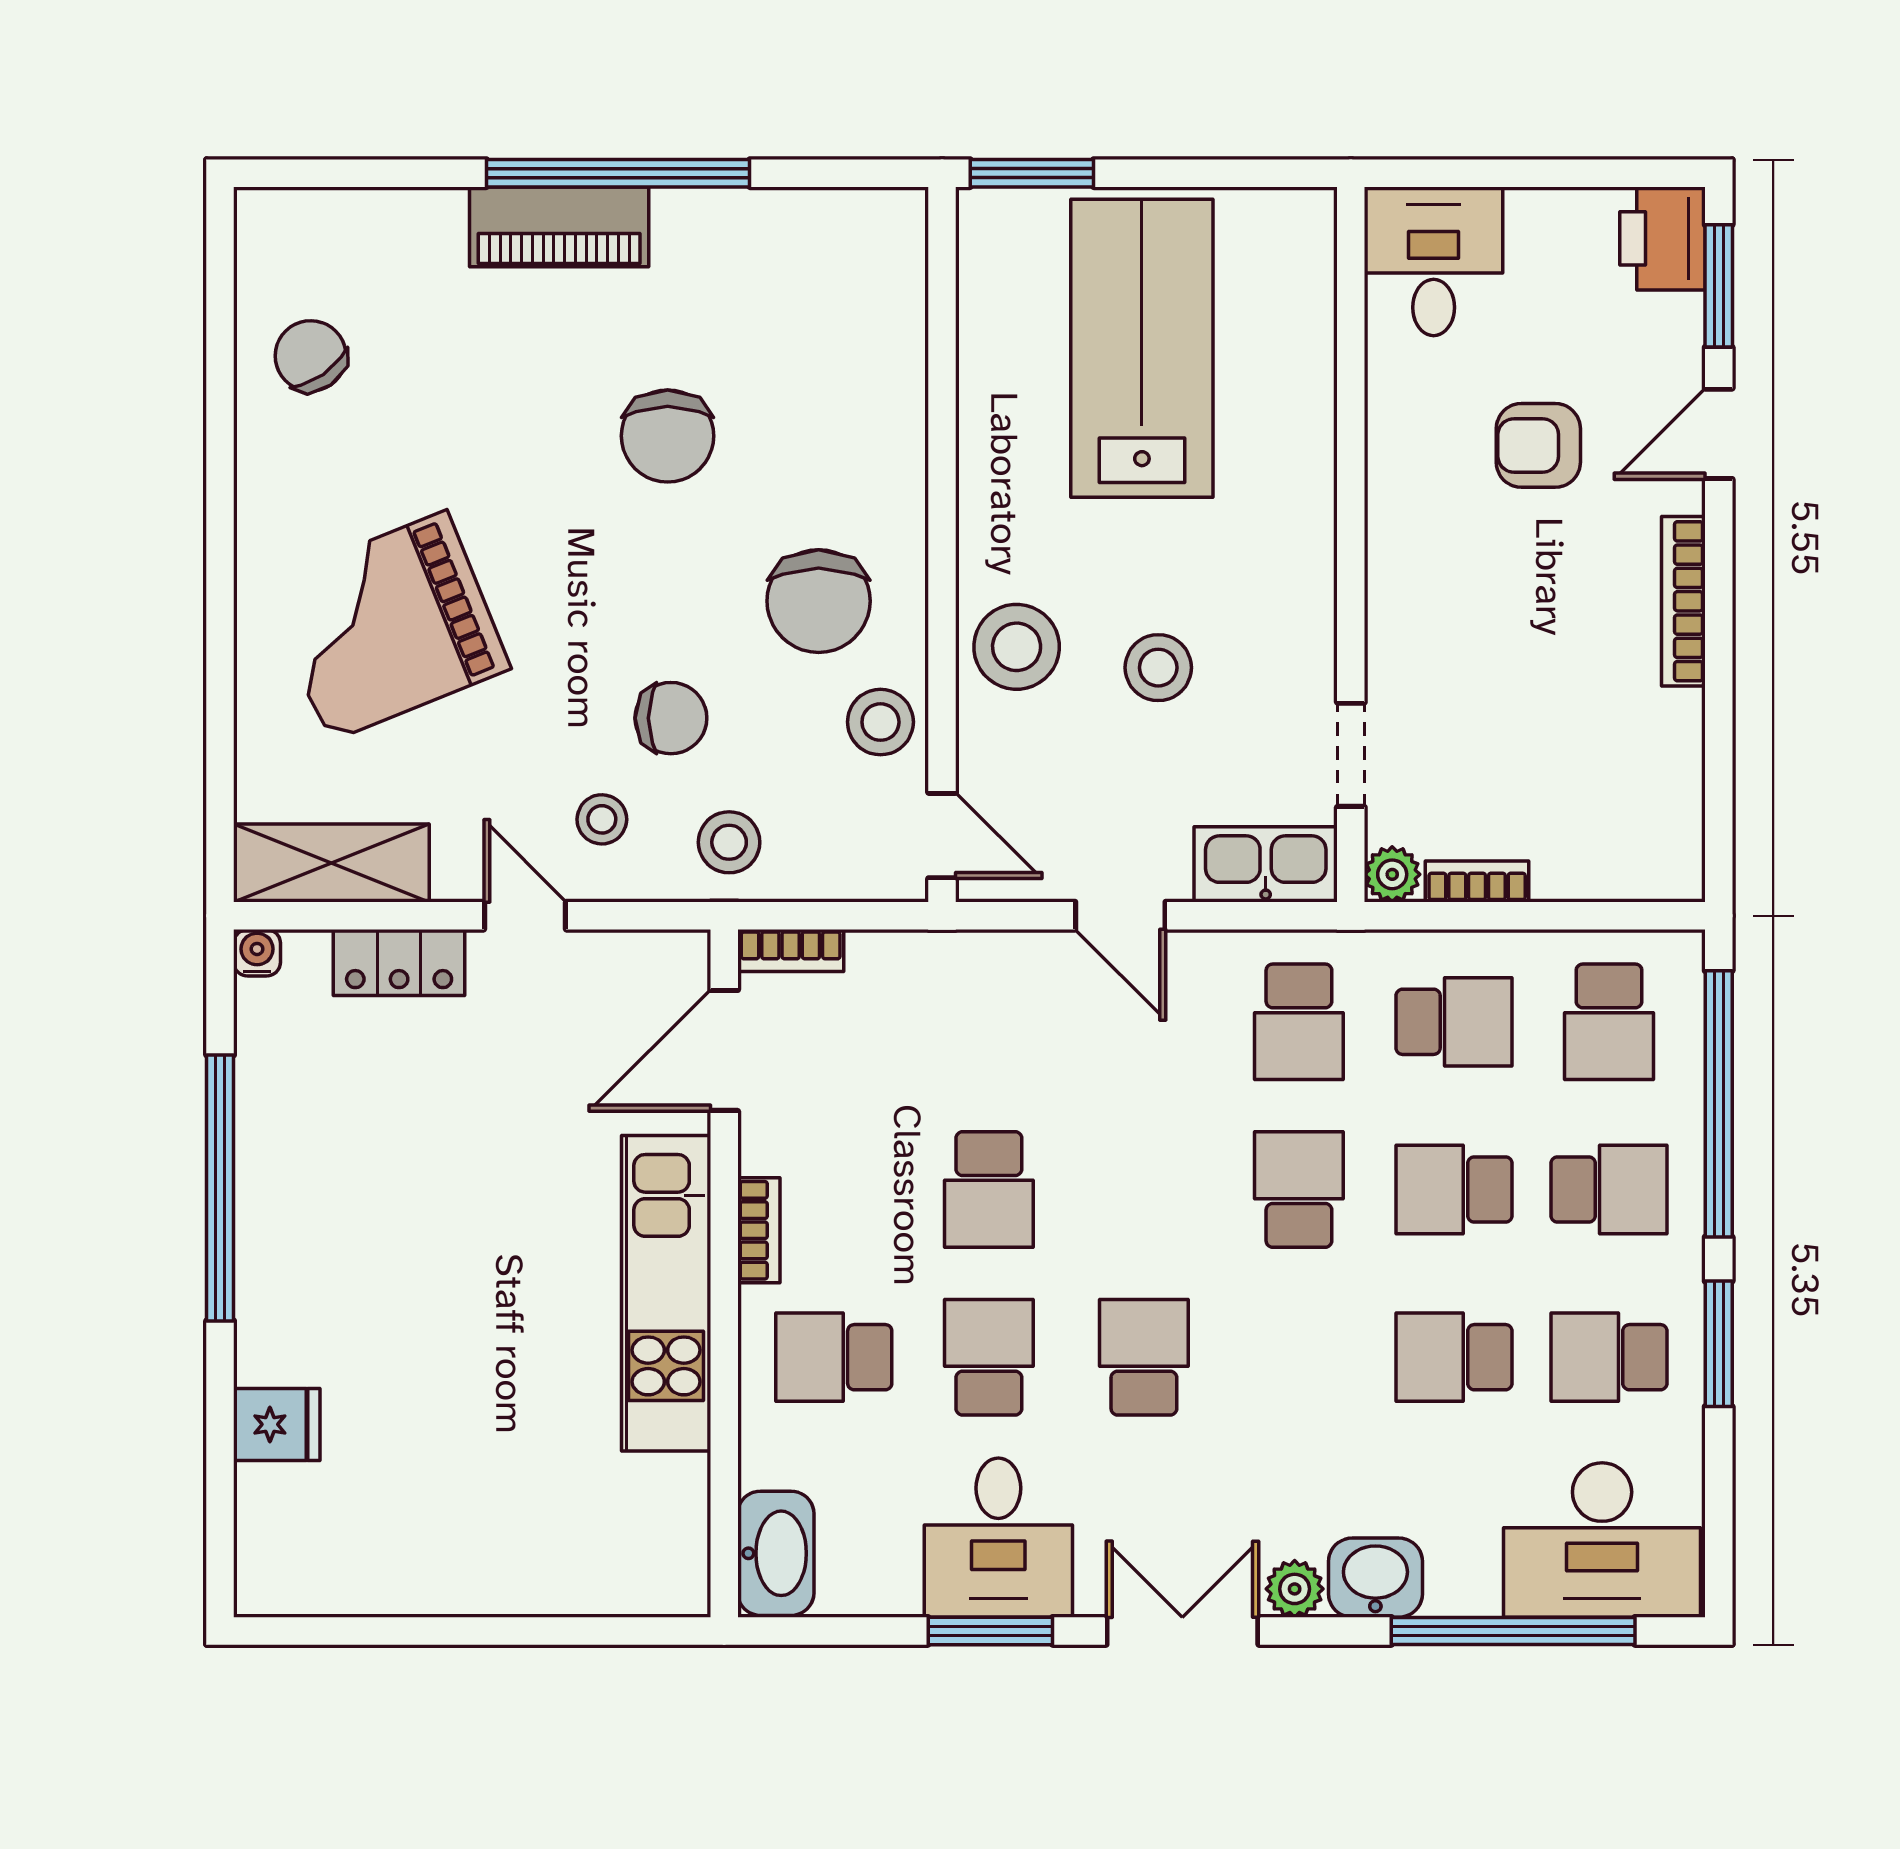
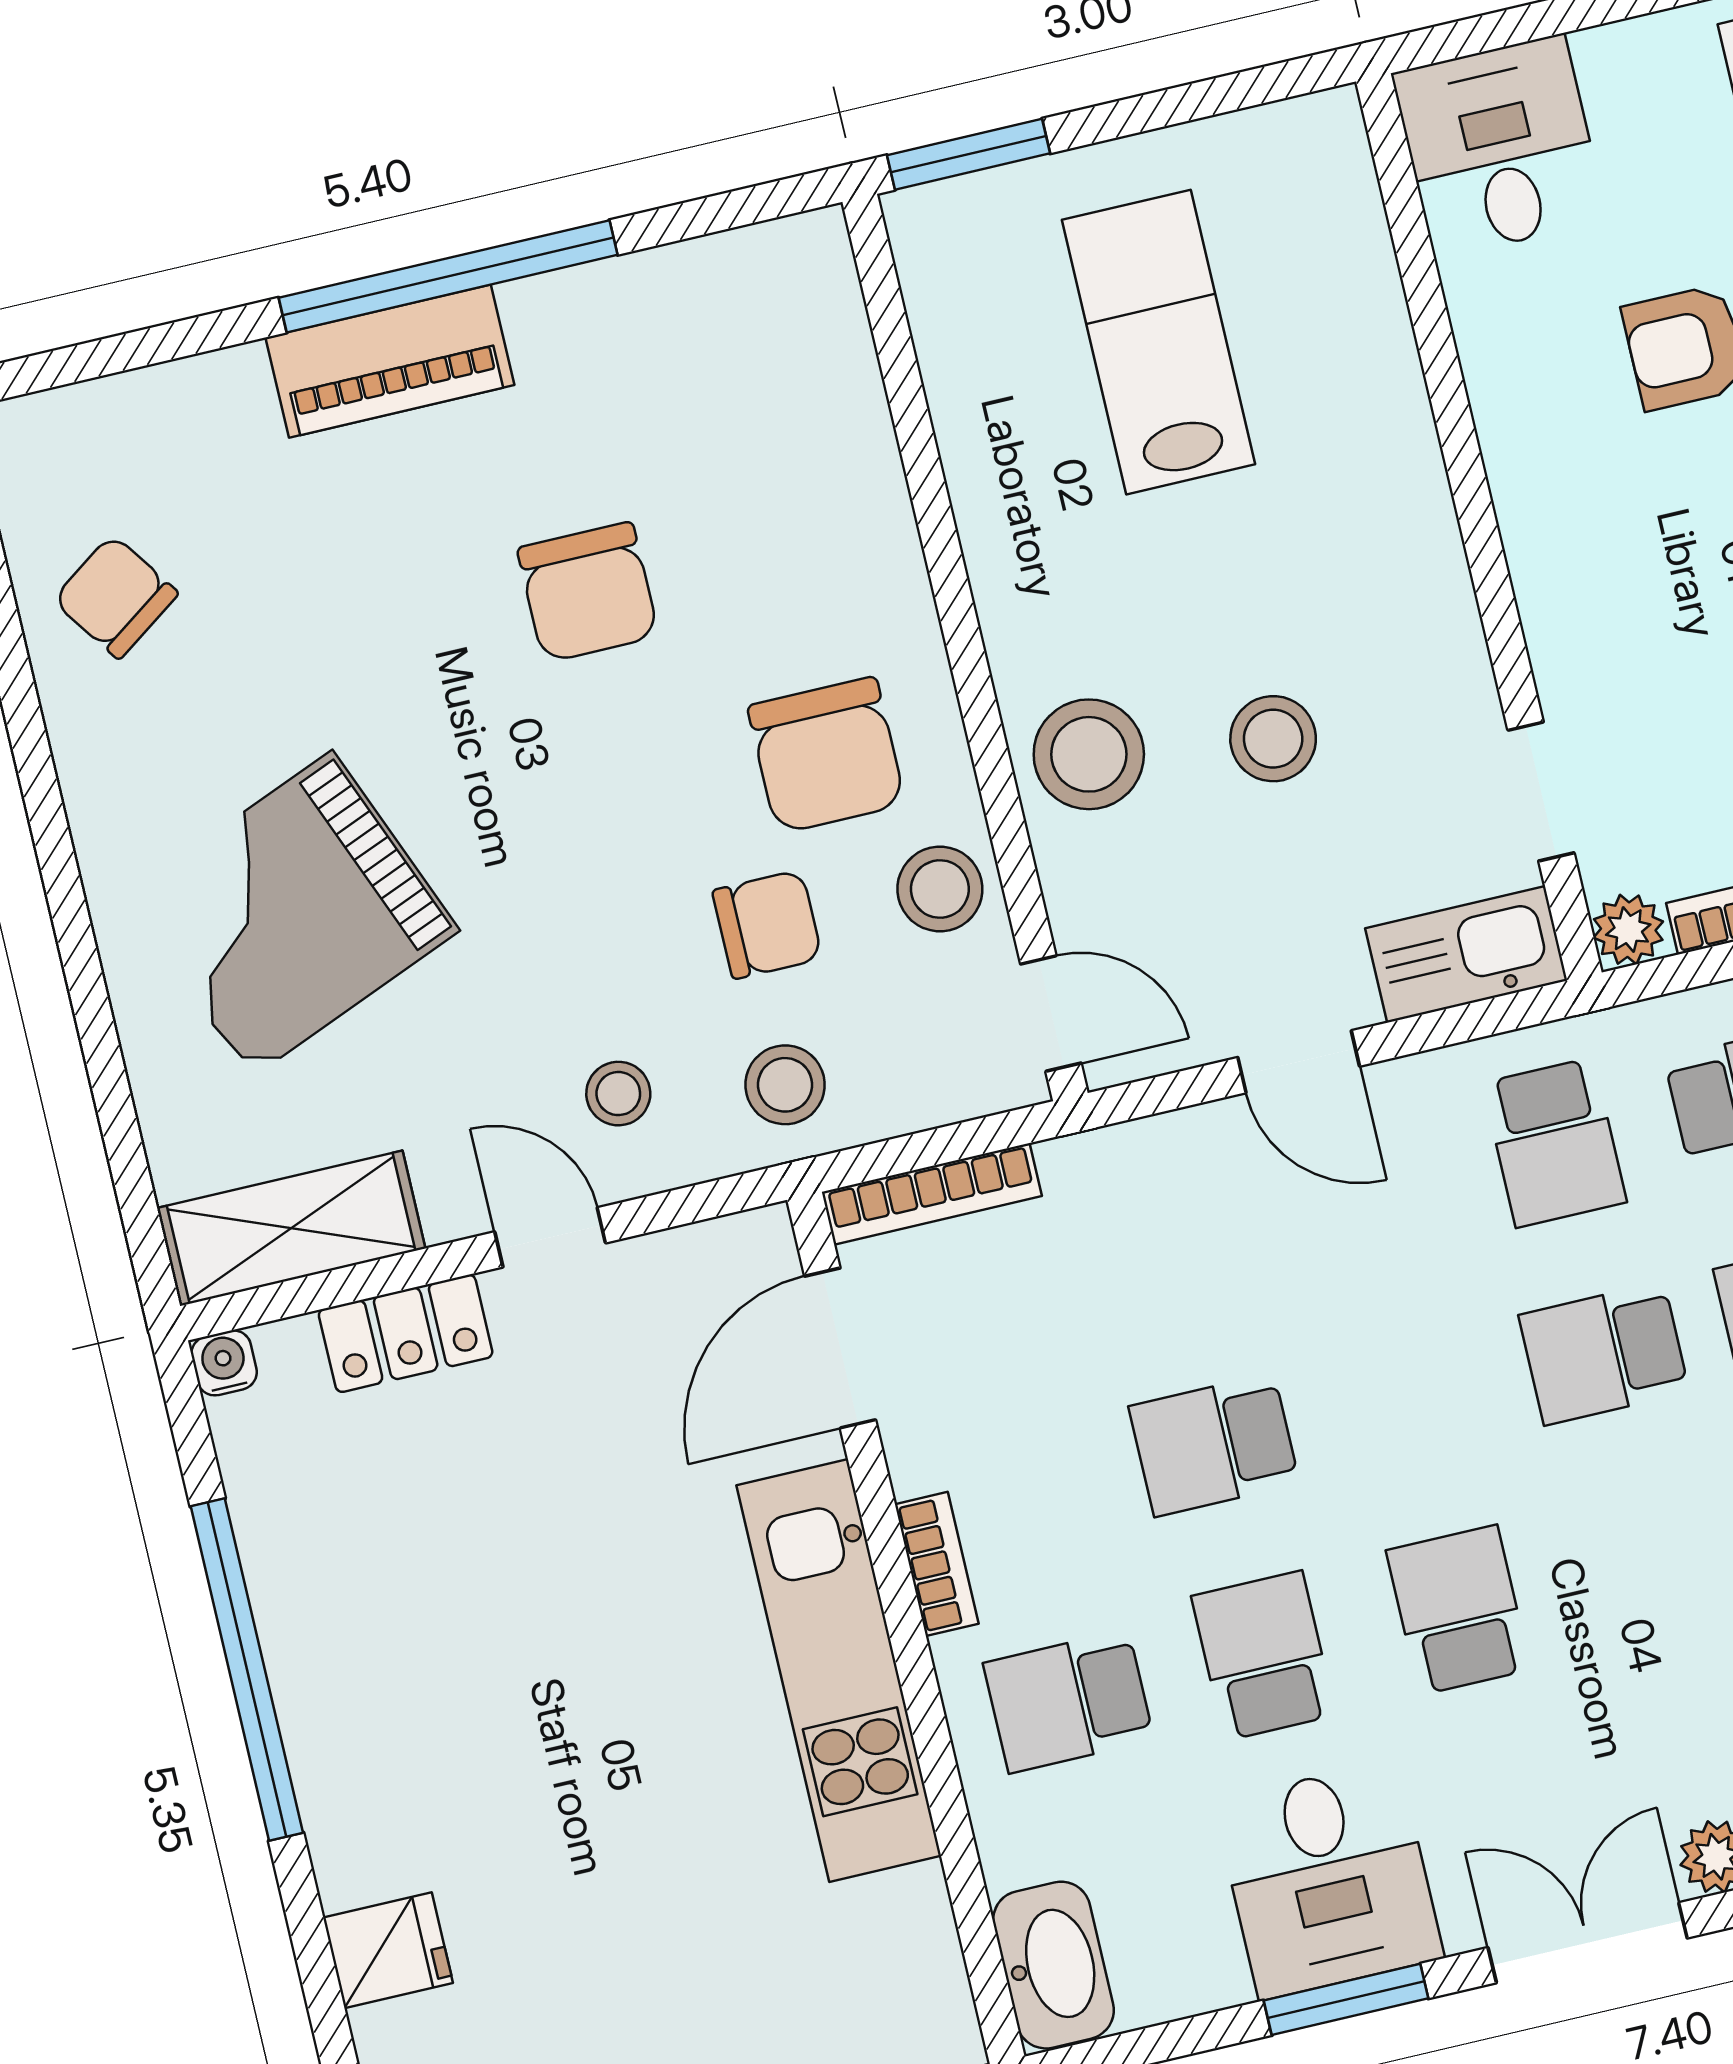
lab bench: (1142, 348) -> (1159, 342), width x0.73, depth x0.72
chair: (671, 718) -> (767, 925), moved
bookcase: (791, 950) -> (932, 1194), width x1.56
school desk: (989, 1190) -> (1214, 1445), turned 90
school desk: (1299, 1190) -> (1604, 1353), turned -90

